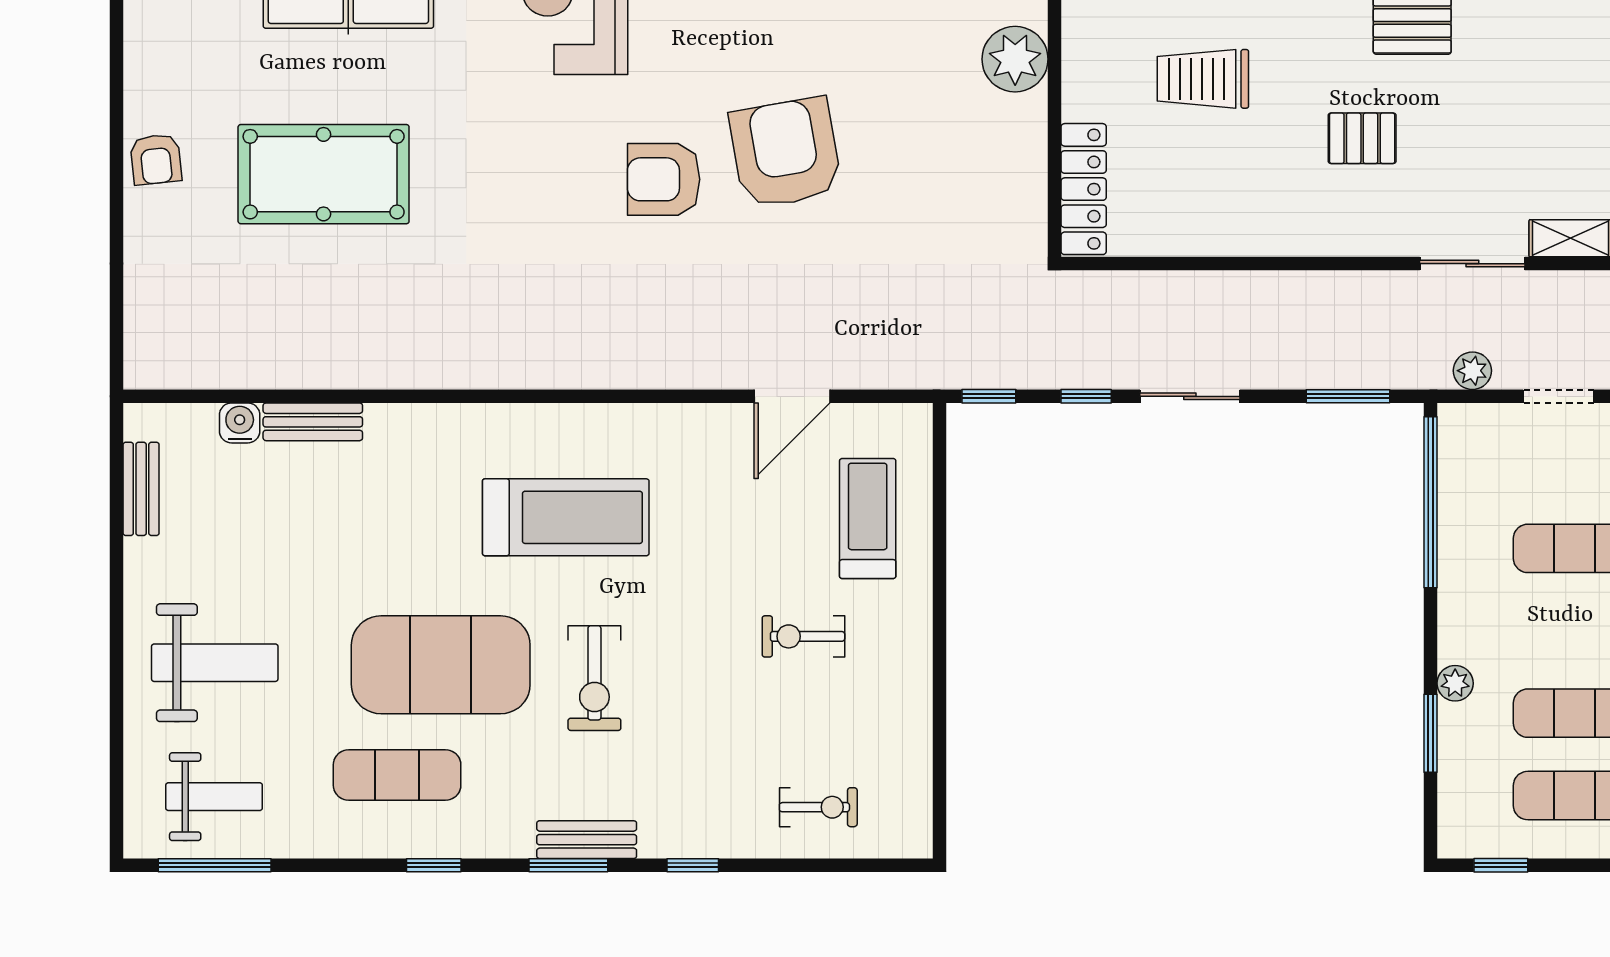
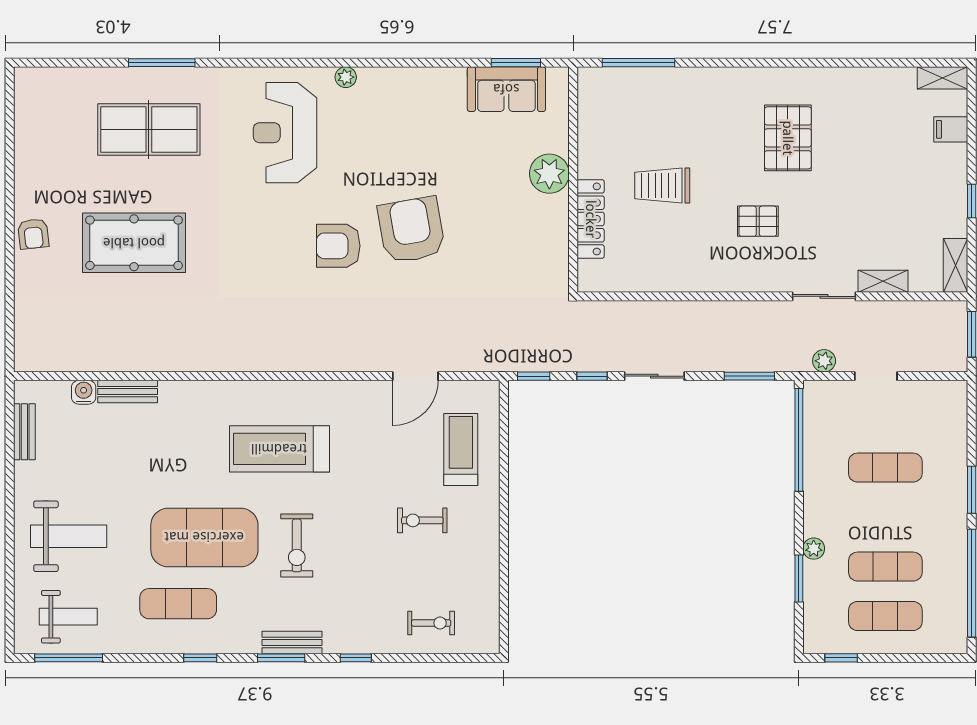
locker: (1084, 189) -> (591, 219), moved
treadmill: (566, 517) -> (279, 449), turned 180

